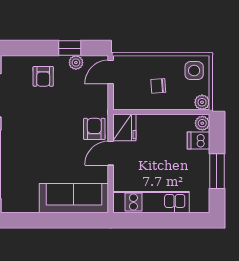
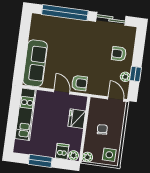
fridge: (124, 128) -> (77, 119), moved, turned 90

